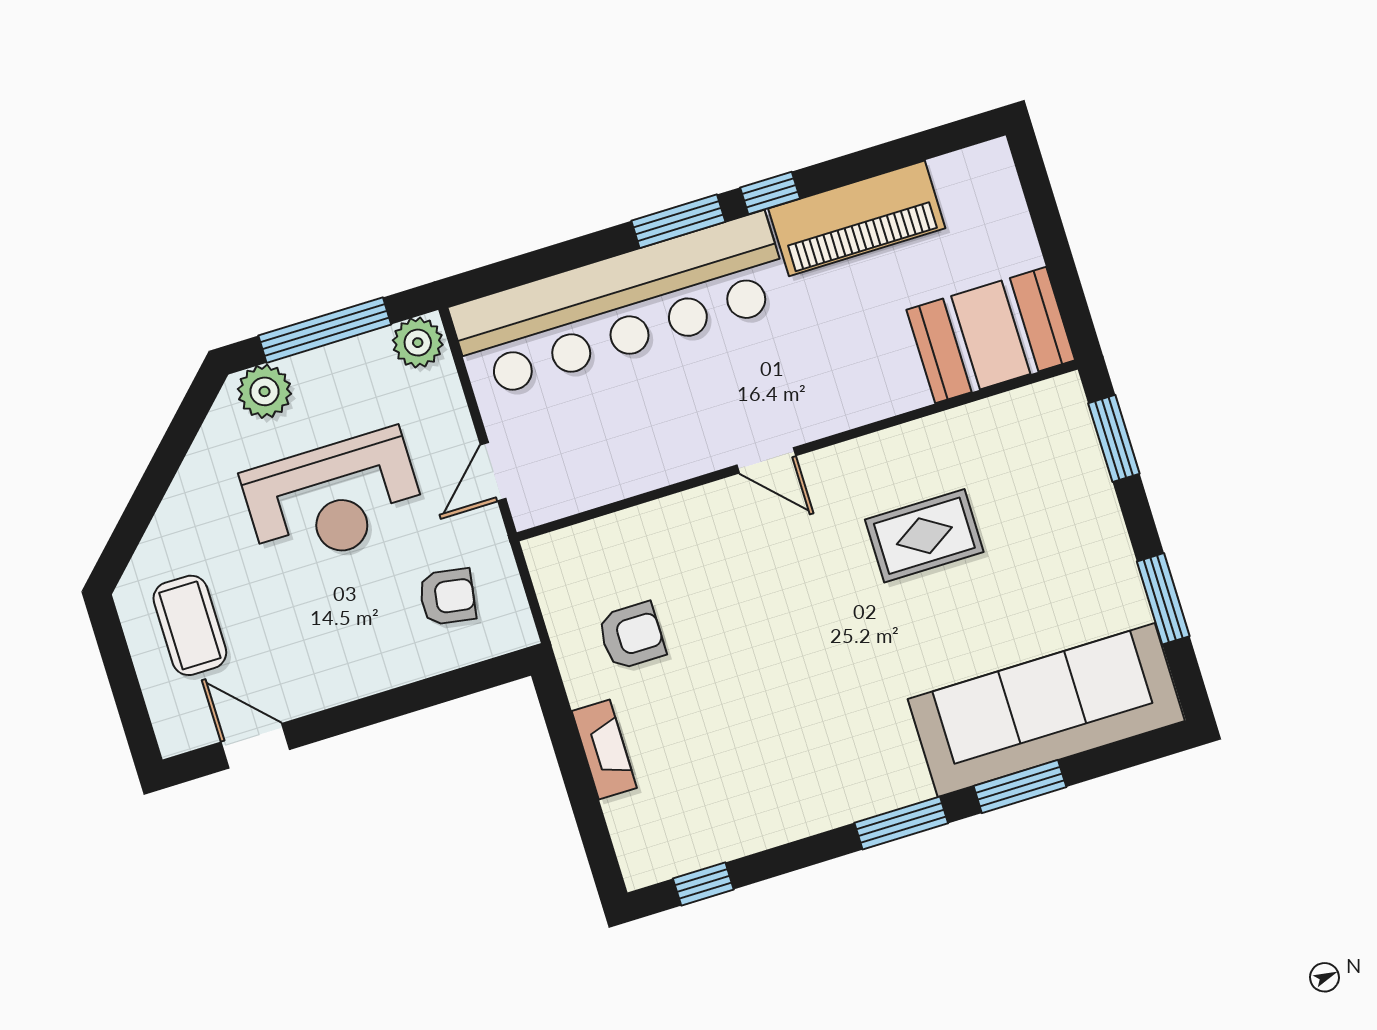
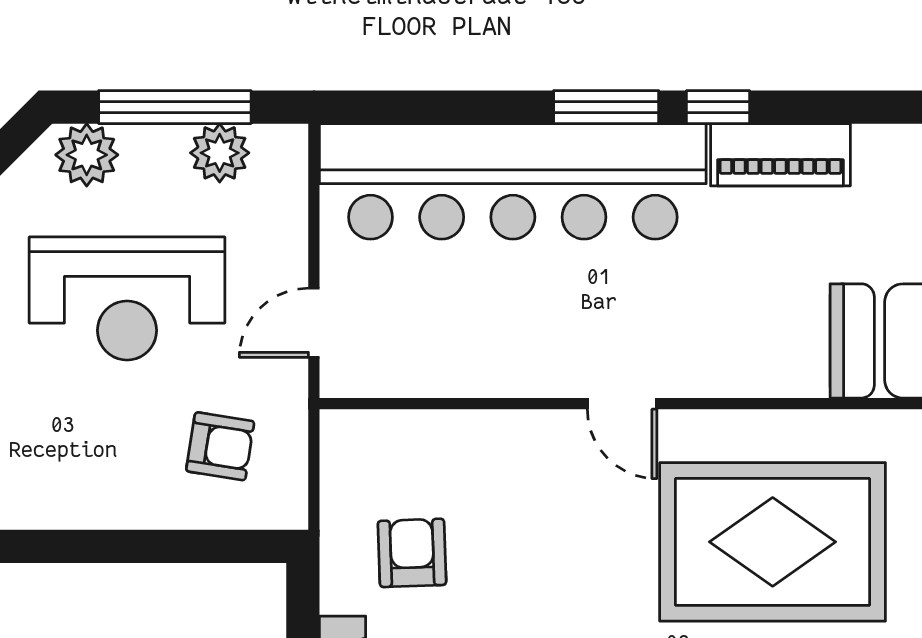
piano: (857, 218) -> (780, 155), width x0.73, depth x0.75
plant: (418, 343) -> (220, 153), moved
rug: (924, 536) -> (773, 542), width x1.86, depth x2.06
armchair: (632, 636) -> (412, 553), turned -92

